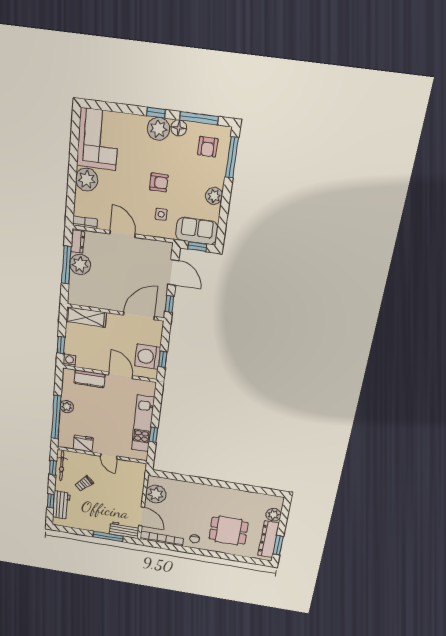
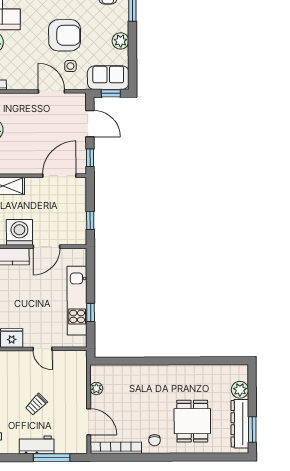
armchair: (159, 182) -> (65, 35), width x1.88, depth x1.88
door: (123, 234) -> (51, 91), moved
washing machine: (148, 357) -> (19, 232), moved, turned 90
door: (121, 375) -> (47, 247), swing flipped
trolley: (84, 483) -> (36, 404), moved
plant: (156, 494) -> (96, 388), width x0.53, depth x0.53
workbench: (124, 530) -> (37, 445), moved
dining table: (229, 531) -> (192, 421), turned 90

